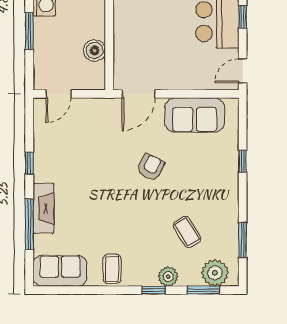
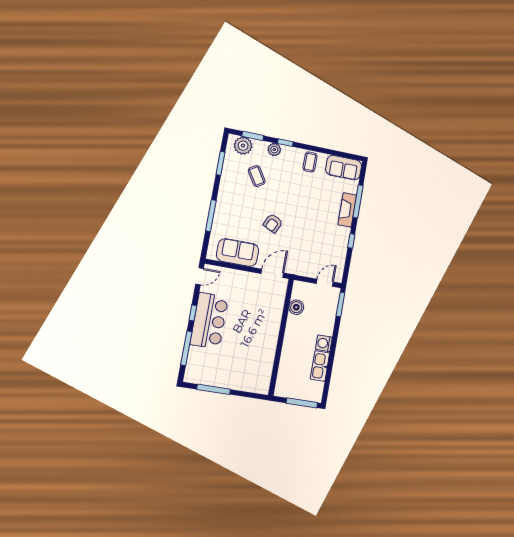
window: (29, 31) -> (340, 304), moved
window: (243, 161) -> (211, 216), width x2.17

